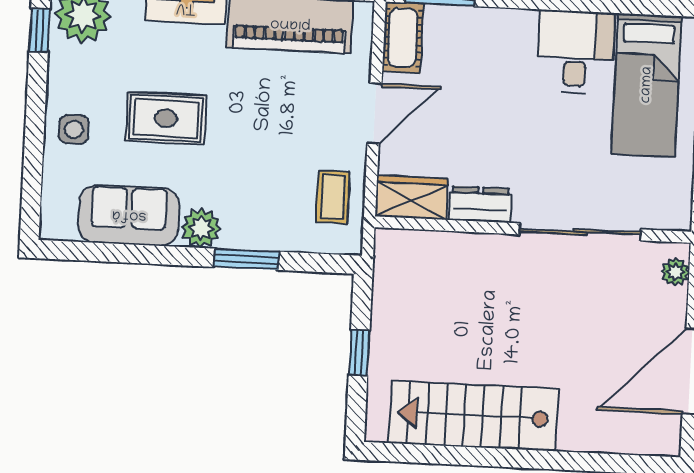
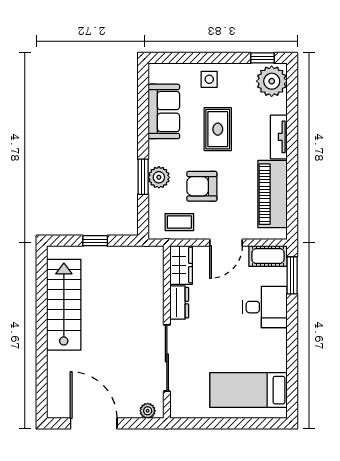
desk: (575, 52) -> (265, 307), moved
door: (375, 113) -> (226, 243), hinge flipped
armchair: (269, 152) -> (202, 186), added
plant: (201, 228) -> (159, 177), moved

